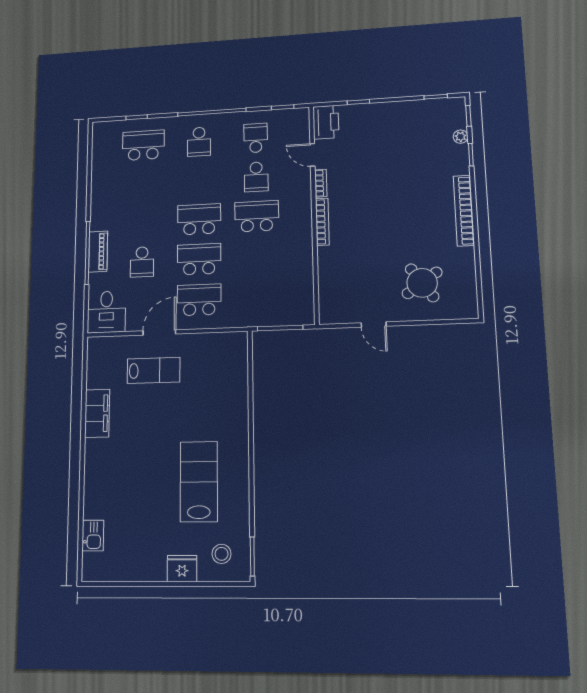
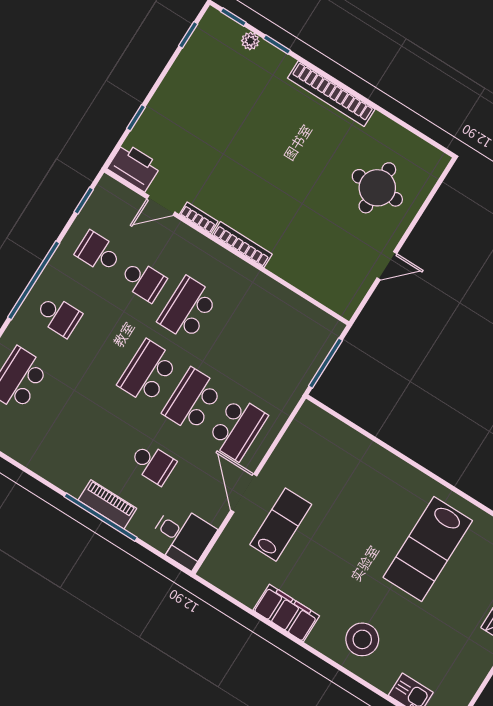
round table: (422, 283) -> (377, 188), turned 35
school desk: (199, 300) -> (237, 428), turned 180
stool: (110, 477) -> (362, 639), added
lab bench: (199, 482) -> (428, 549), turned -90

